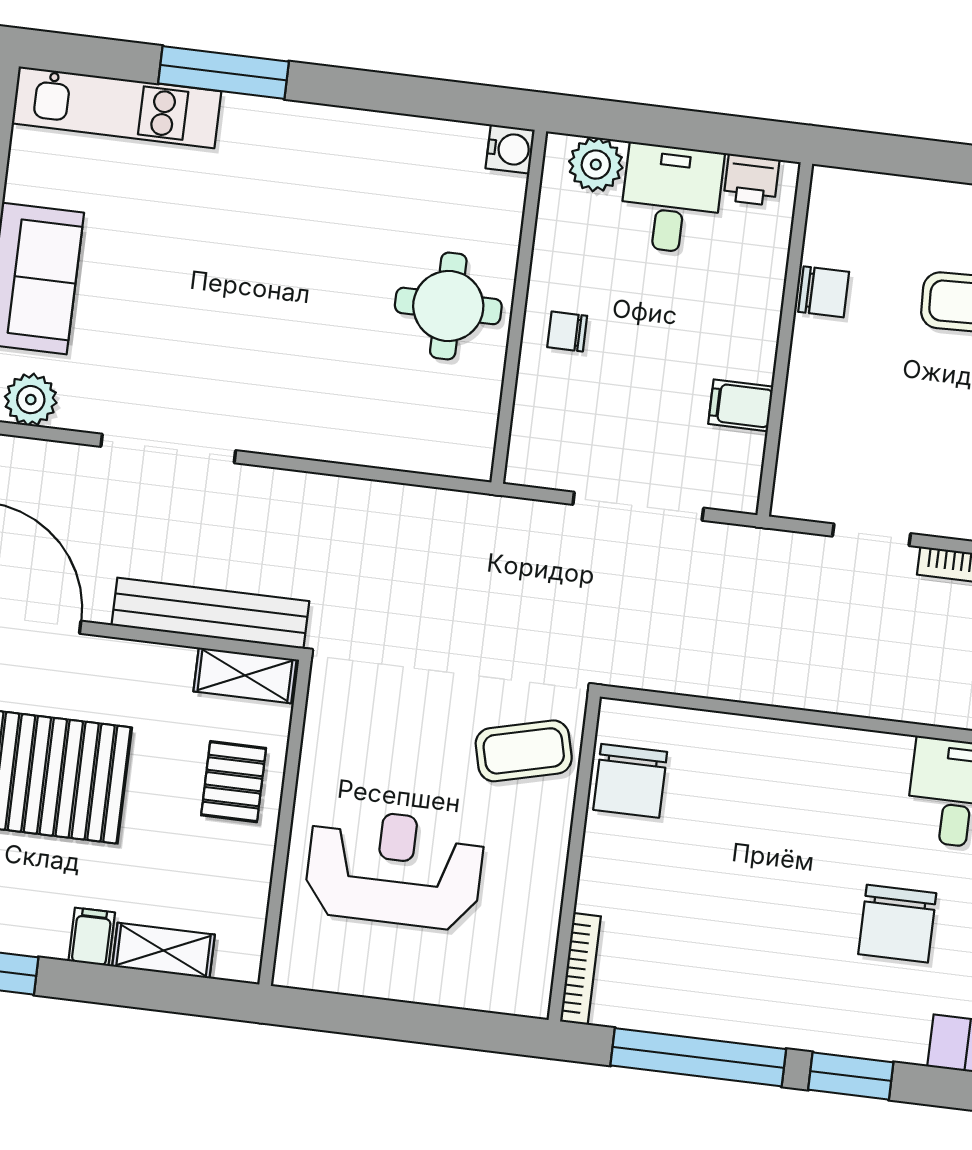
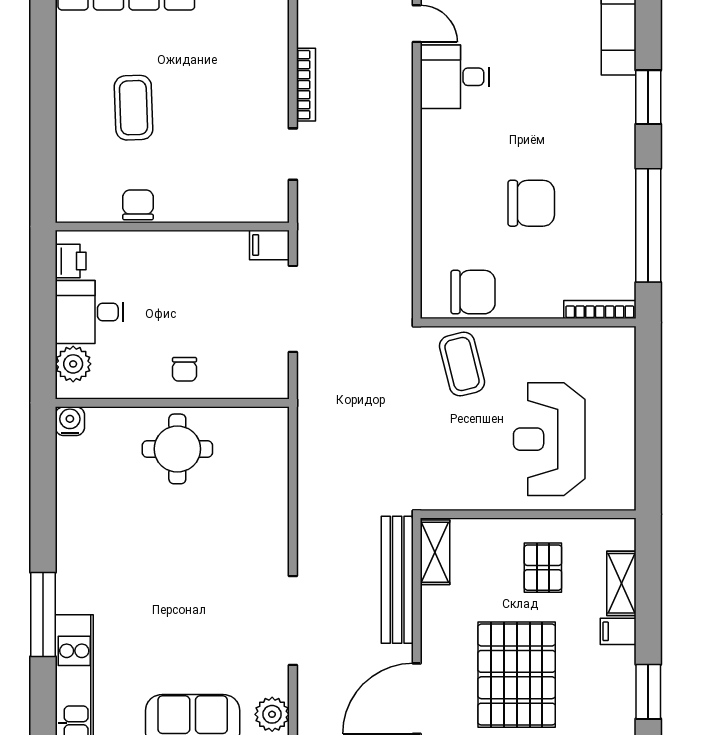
filing cabinet: (741, 405) -> (269, 245), moved, turned 90
pallet: (234, 782) -> (543, 568), moved, turned 90
chair: (897, 924) -> (531, 203), moved
window: (851, 1076) -> (648, 97), moved

